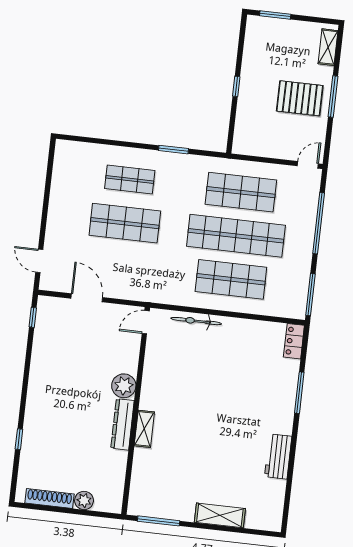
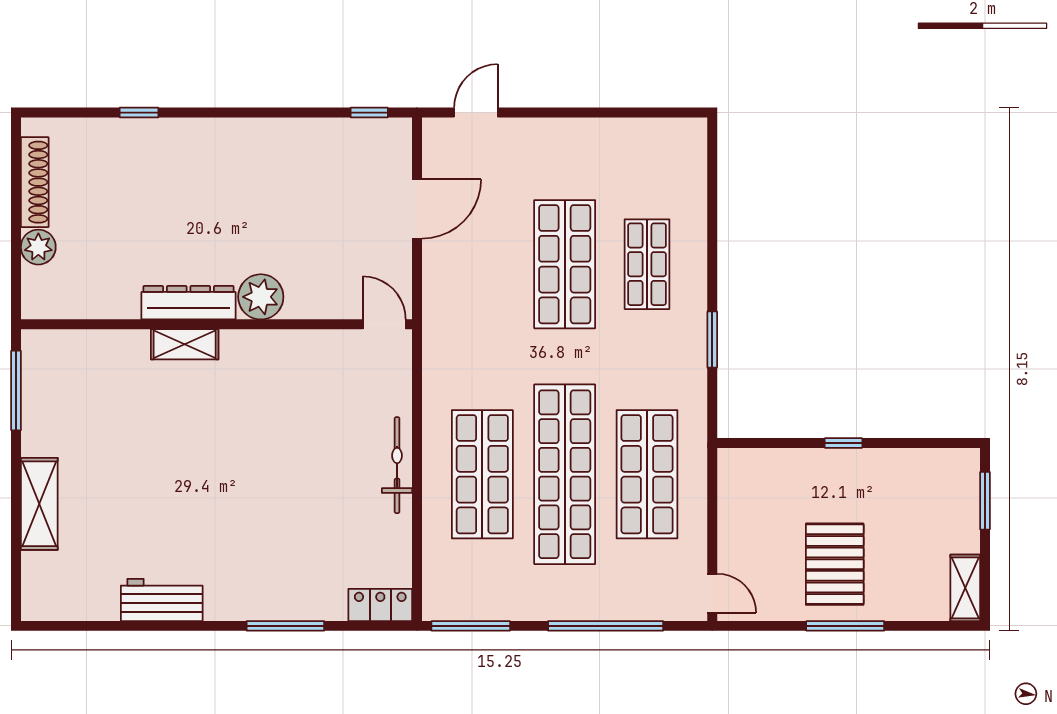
shelving: (328, 47) -> (965, 588), moved, turned 90
bicycle: (196, 321) -> (397, 465), moved

